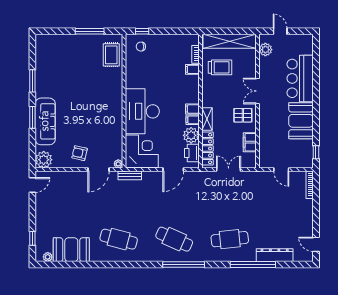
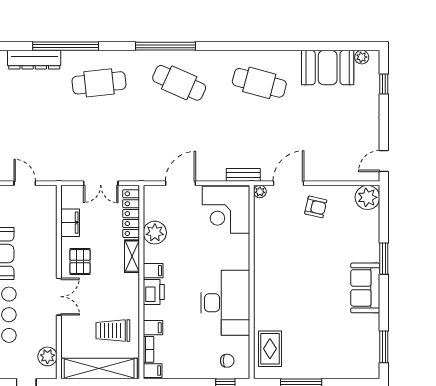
window: (32, 81) -> (384, 347), moved
desk: (142, 111) -> (225, 303), moved
pallet: (243, 115) -> (80, 262), turned 90
filing cabinet: (193, 120) -> (153, 371), moved
sofa: (45, 121) -> (365, 288), moved, width x0.73
printer: (192, 153) -> (154, 292), moved

